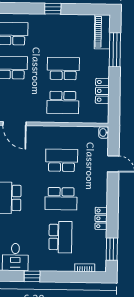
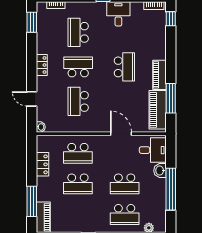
school desk: (63, 102) -> (78, 153), turned 180
school desk: (62, 160) -> (78, 101), turned 90
locker: (101, 218) -> (42, 65), moved

